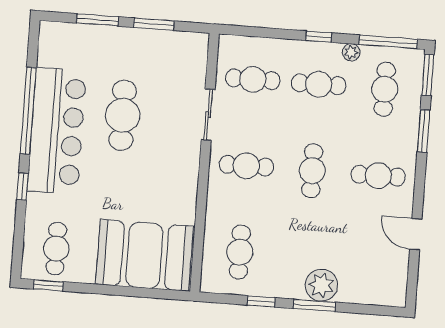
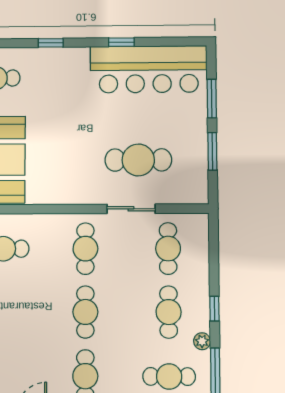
window: (28, 111) -> (121, 42), width x0.32
cafe table: (123, 115) -> (138, 160), moved
bar counter: (57, 131) -> (149, 69), moved
cafe table: (312, 171) -> (85, 312), turned 90

